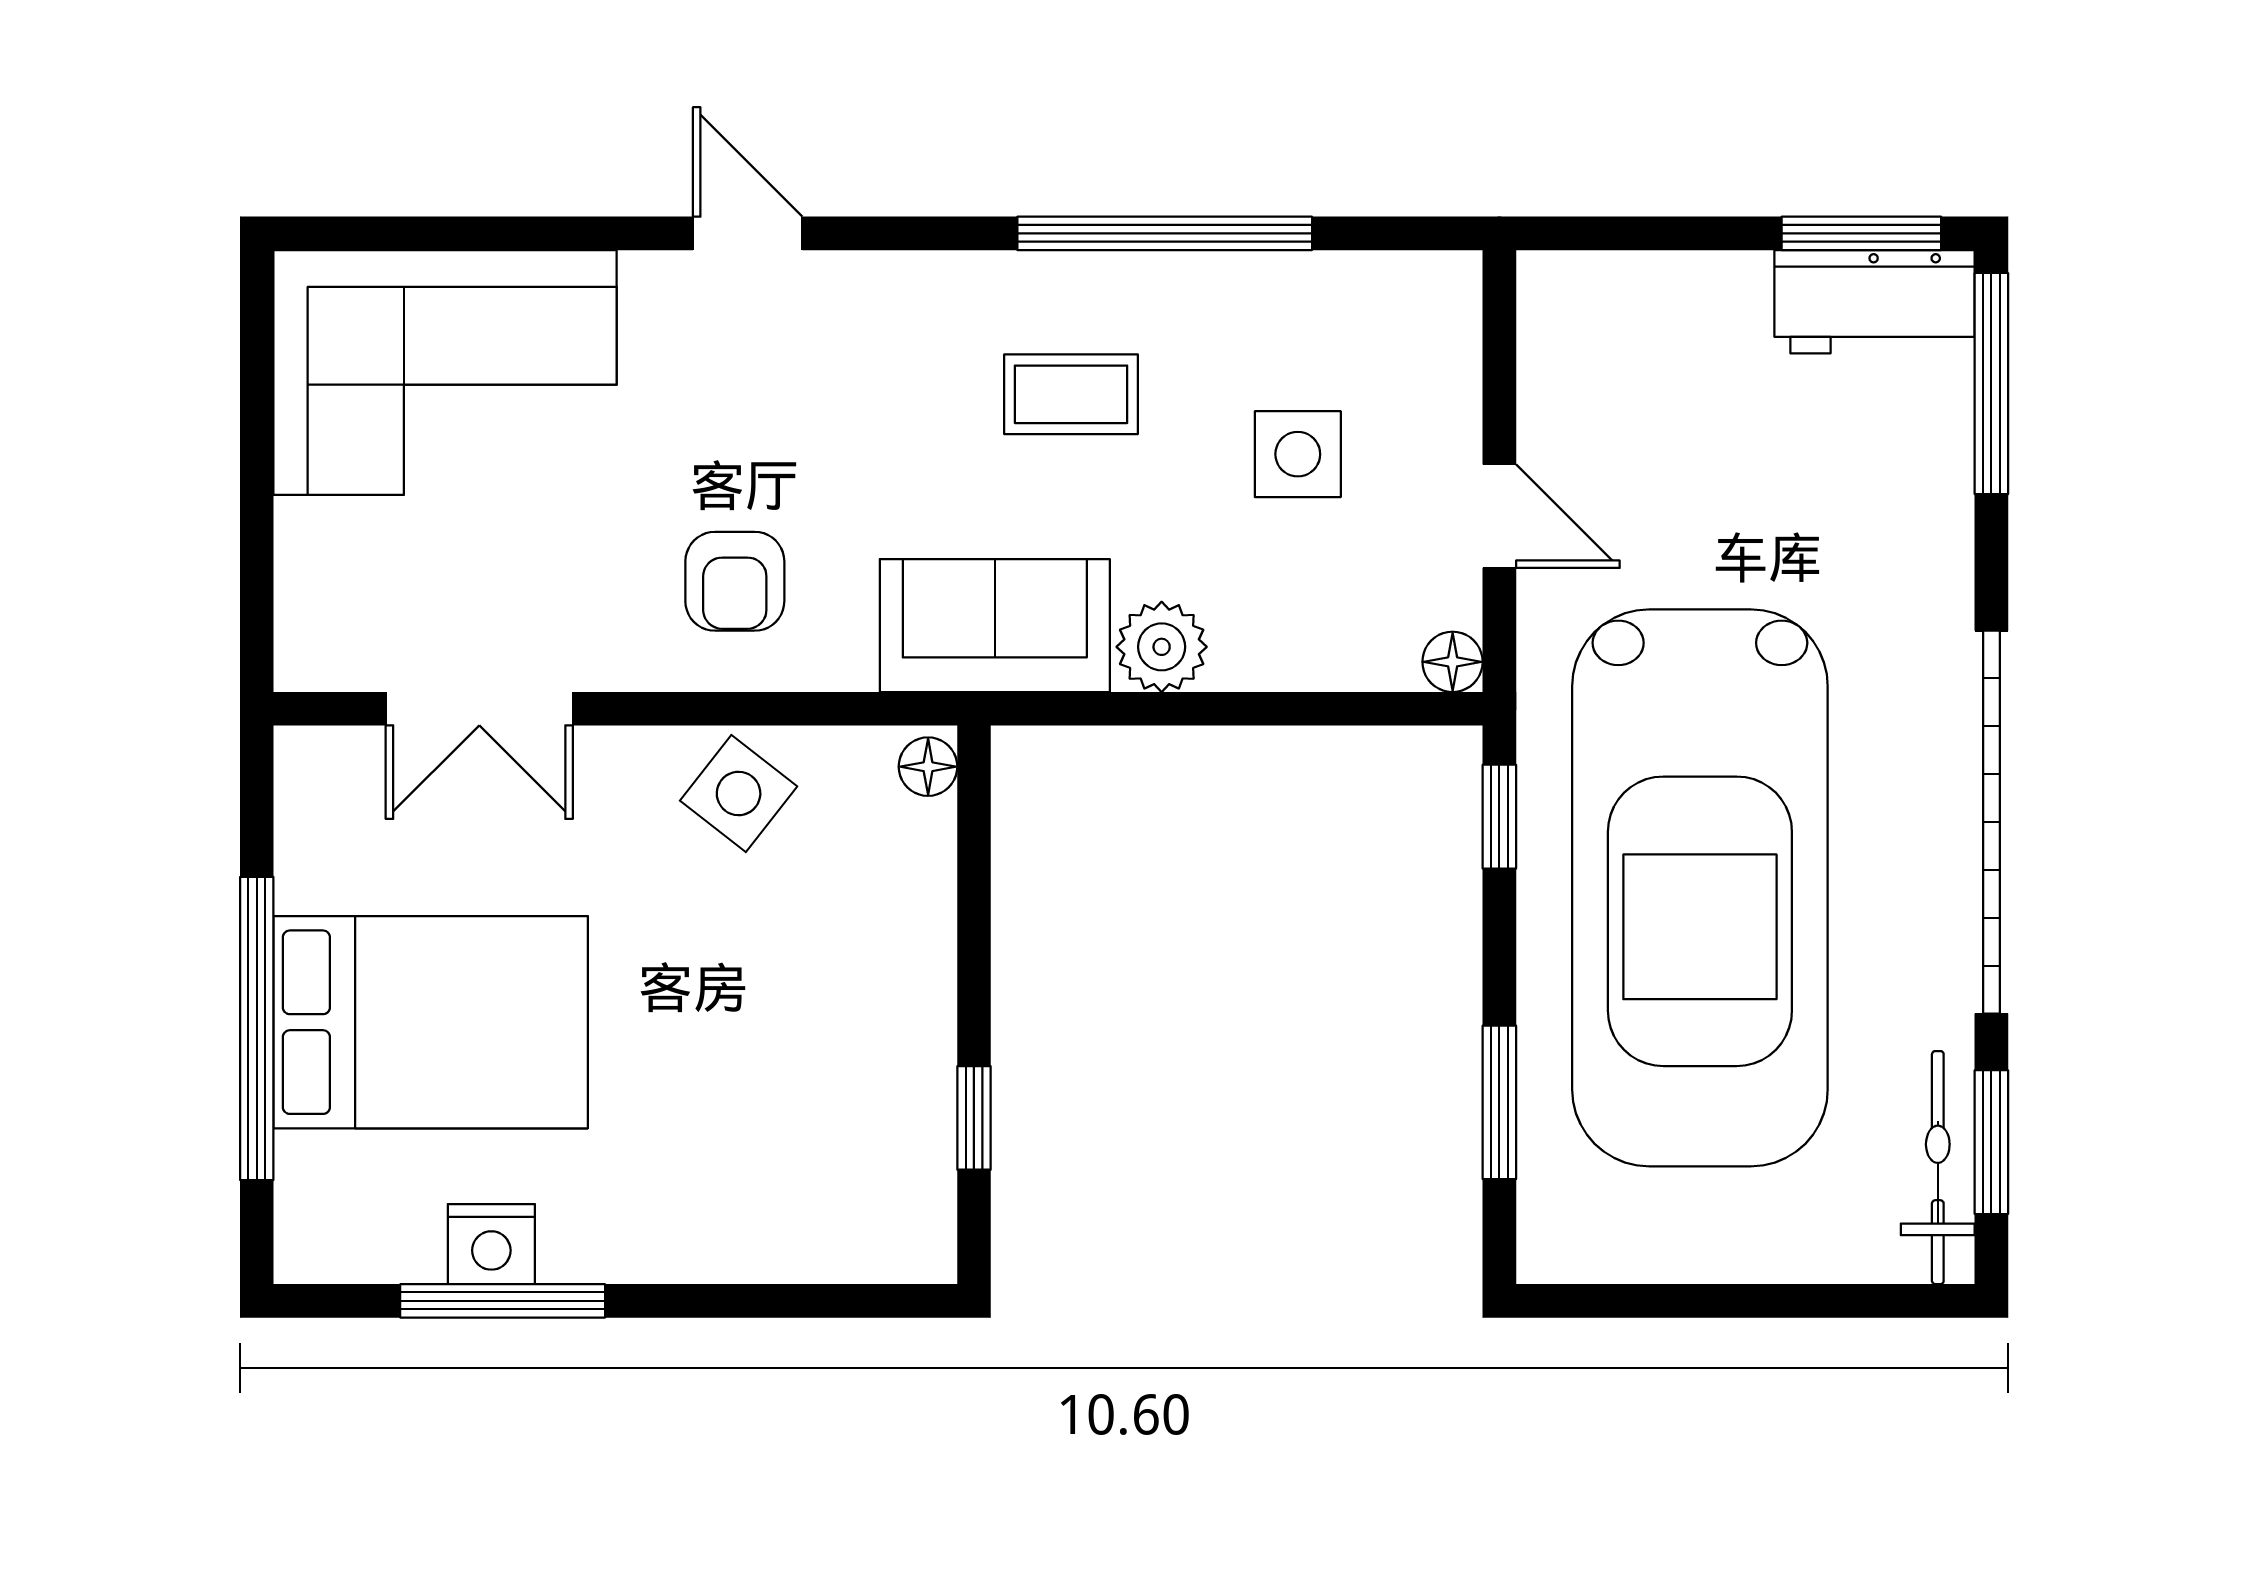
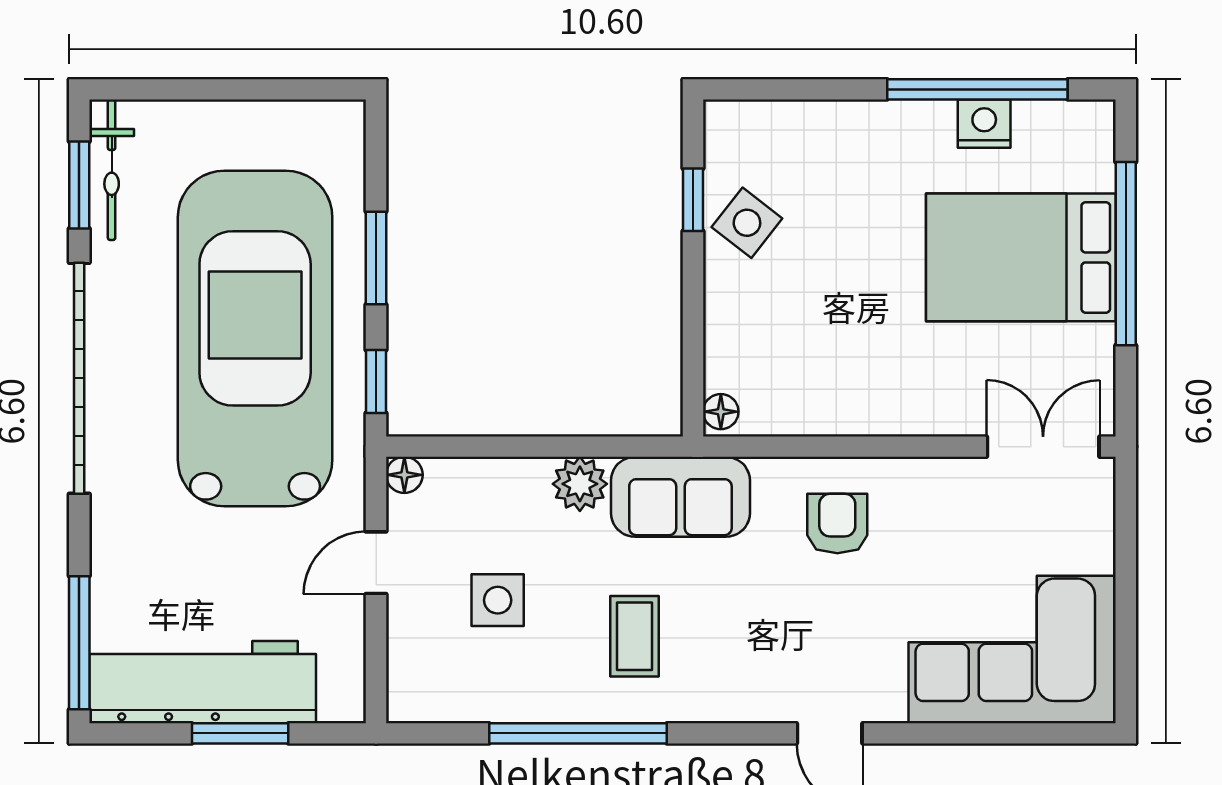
window: (1861, 233) -> (240, 733), moved
workbench: (1875, 302) -> (203, 682), width x1.87, depth x1.32
coffee table: (1071, 394) -> (634, 636), turned 90
door: (1499, 516) -> (376, 563), hinge flipped
double door: (479, 709) -> (1043, 447), moved
side table: (739, 793) -> (747, 223), moved
window: (1499, 1102) -> (376, 258), moved
window: (503, 1301) -> (977, 89), width x1.46

